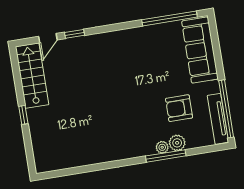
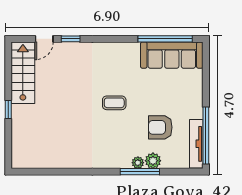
sofa: (200, 50) -> (172, 55), moved, turned -90
coffee table: (129, 91) -> (114, 103), added

